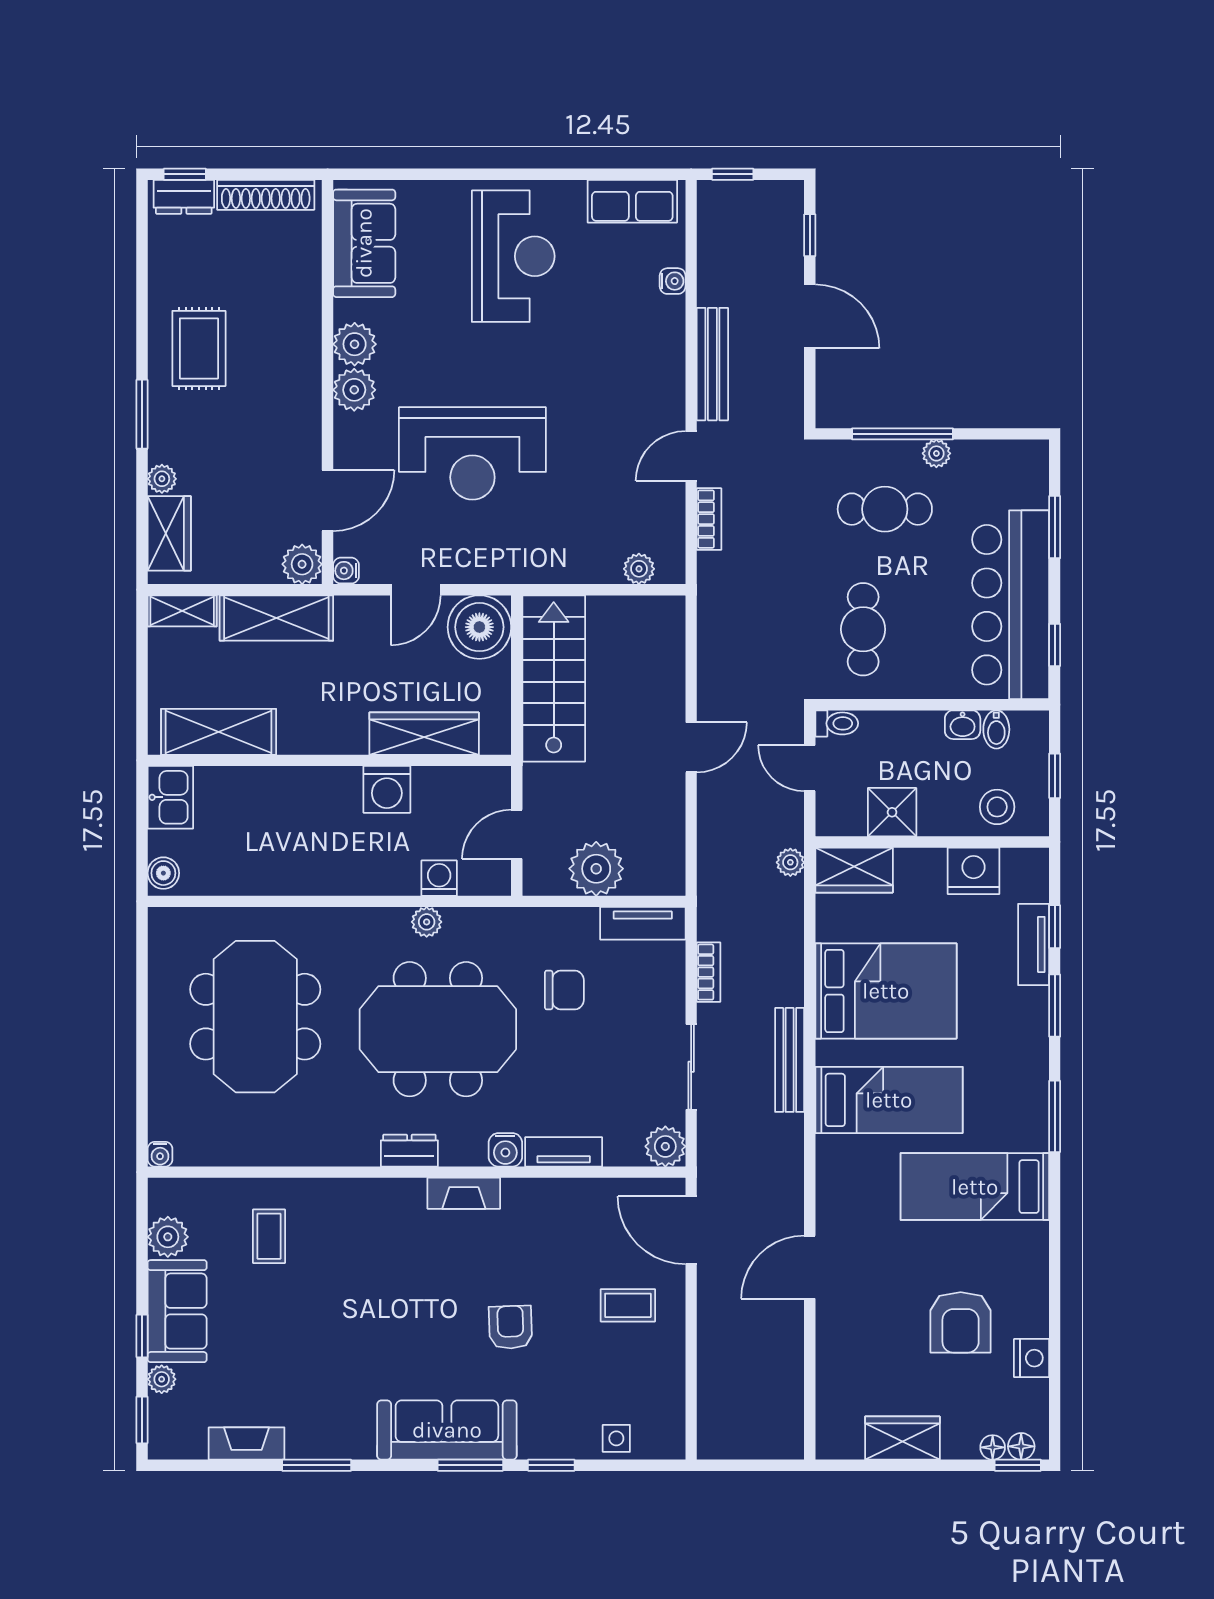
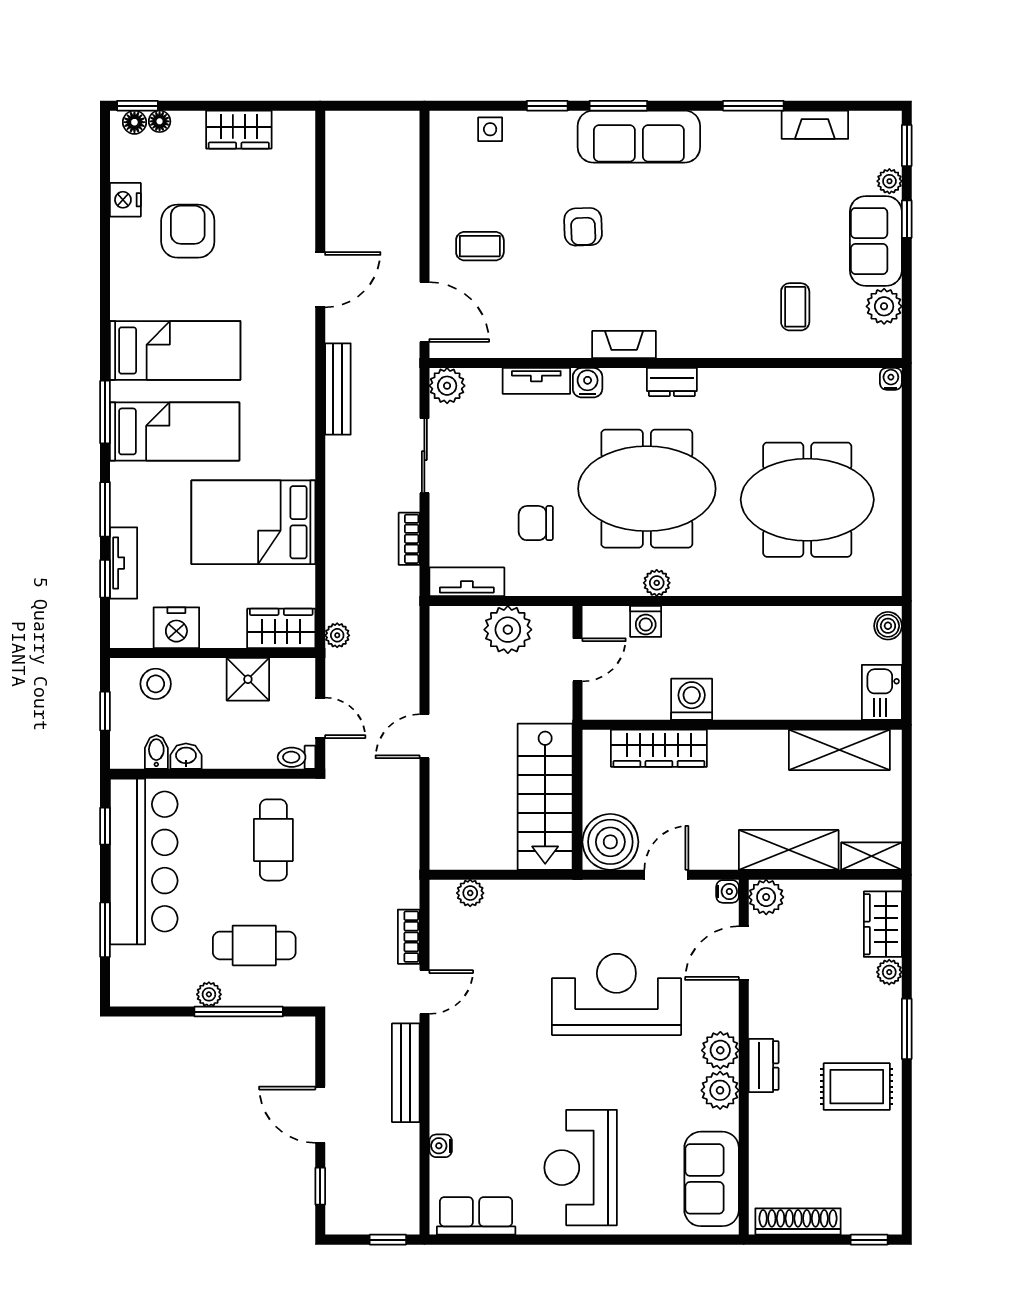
dresser: (184, 197) -> (764, 1065), moved, turned 90
rug: (199, 348) -> (857, 1087), turned 90
meeting table: (255, 1017) -> (807, 500), turned 90
bench: (790, 1060) -> (338, 389), moved
bed: (889, 1100) -> (175, 431), moved, turned 180

